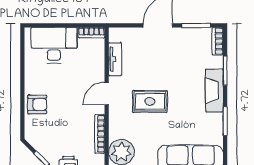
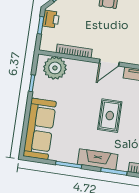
door: (107, 93) -> (109, 63), swing flipped
rug: (150, 101) -> (110, 116), moved

